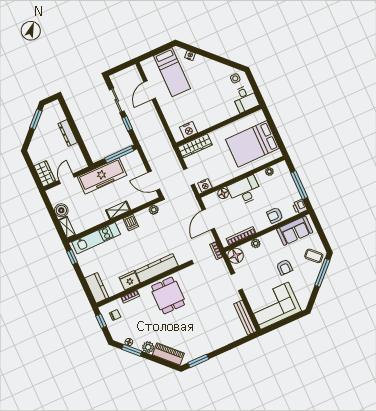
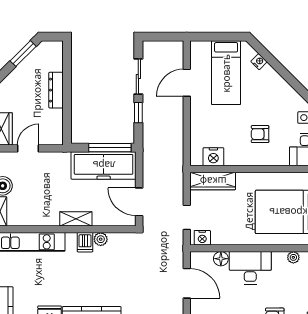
armchair: (212, 102) -> (260, 134), added
freezer: (102, 176) -> (104, 165), moved
plant: (154, 210) -> (101, 239), moved
door: (208, 219) -> (187, 283), swing flipped

